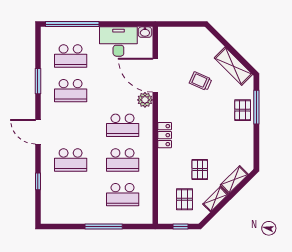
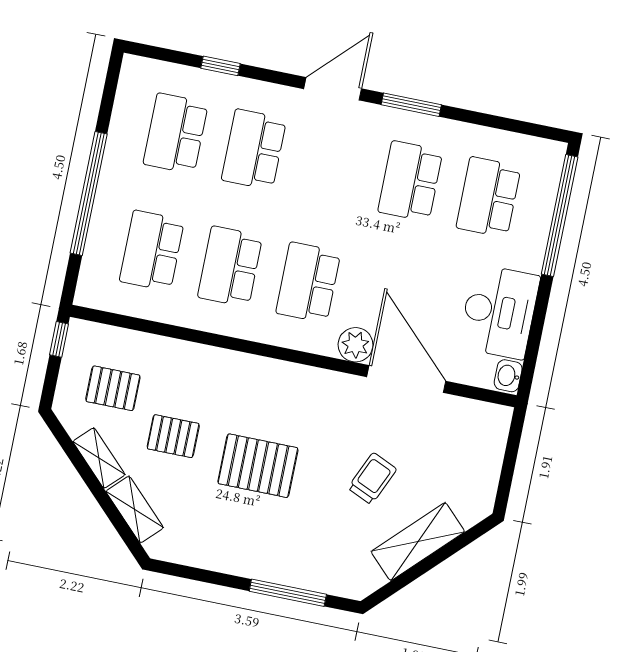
shelving: (233, 66) -> (418, 542), moved
door: (155, 75) -> (406, 379), hinge flipped
window: (38, 81) -> (411, 105), moved
pallet: (243, 110) -> (258, 466), moved, width x1.50, depth x1.42
locker: (165, 135) -> (267, 373), removed
school desk: (71, 195) -> (176, 133), added
window: (104, 227) -> (89, 194), width x1.46
window: (181, 227) -> (59, 339), moved

